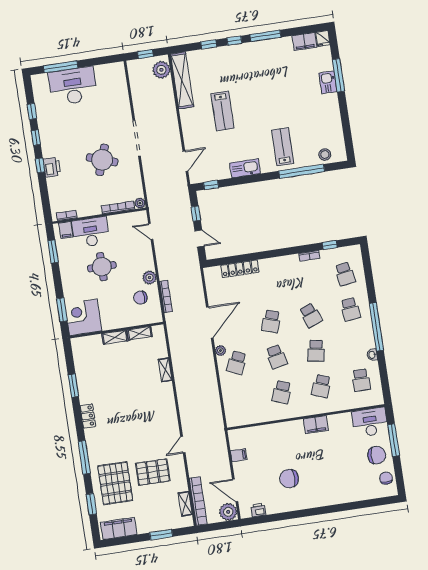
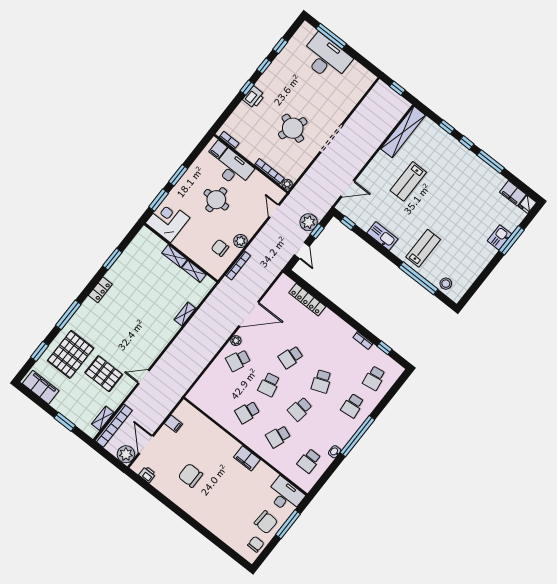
plant: (161, 70) -> (309, 222), moved
window: (53, 252) -> (178, 175), moved

